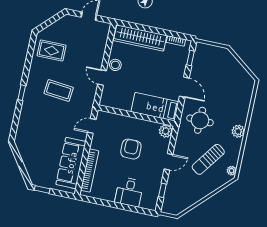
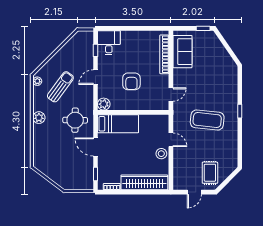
rug: (52, 51) -> (210, 173), moved, turned 90
coffee table: (59, 90) -> (207, 120), width x1.36, depth x1.32
sofa: (71, 163) -> (182, 52), width x0.73
desk: (129, 192) -> (109, 43), moved

